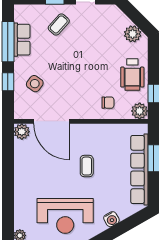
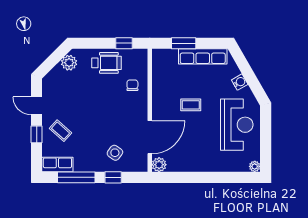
row of seats: (22, 40) -> (57, 165), moved
plant: (140, 111) -> (140, 56), removed
row of seats: (139, 169) -> (203, 56), width x0.73

